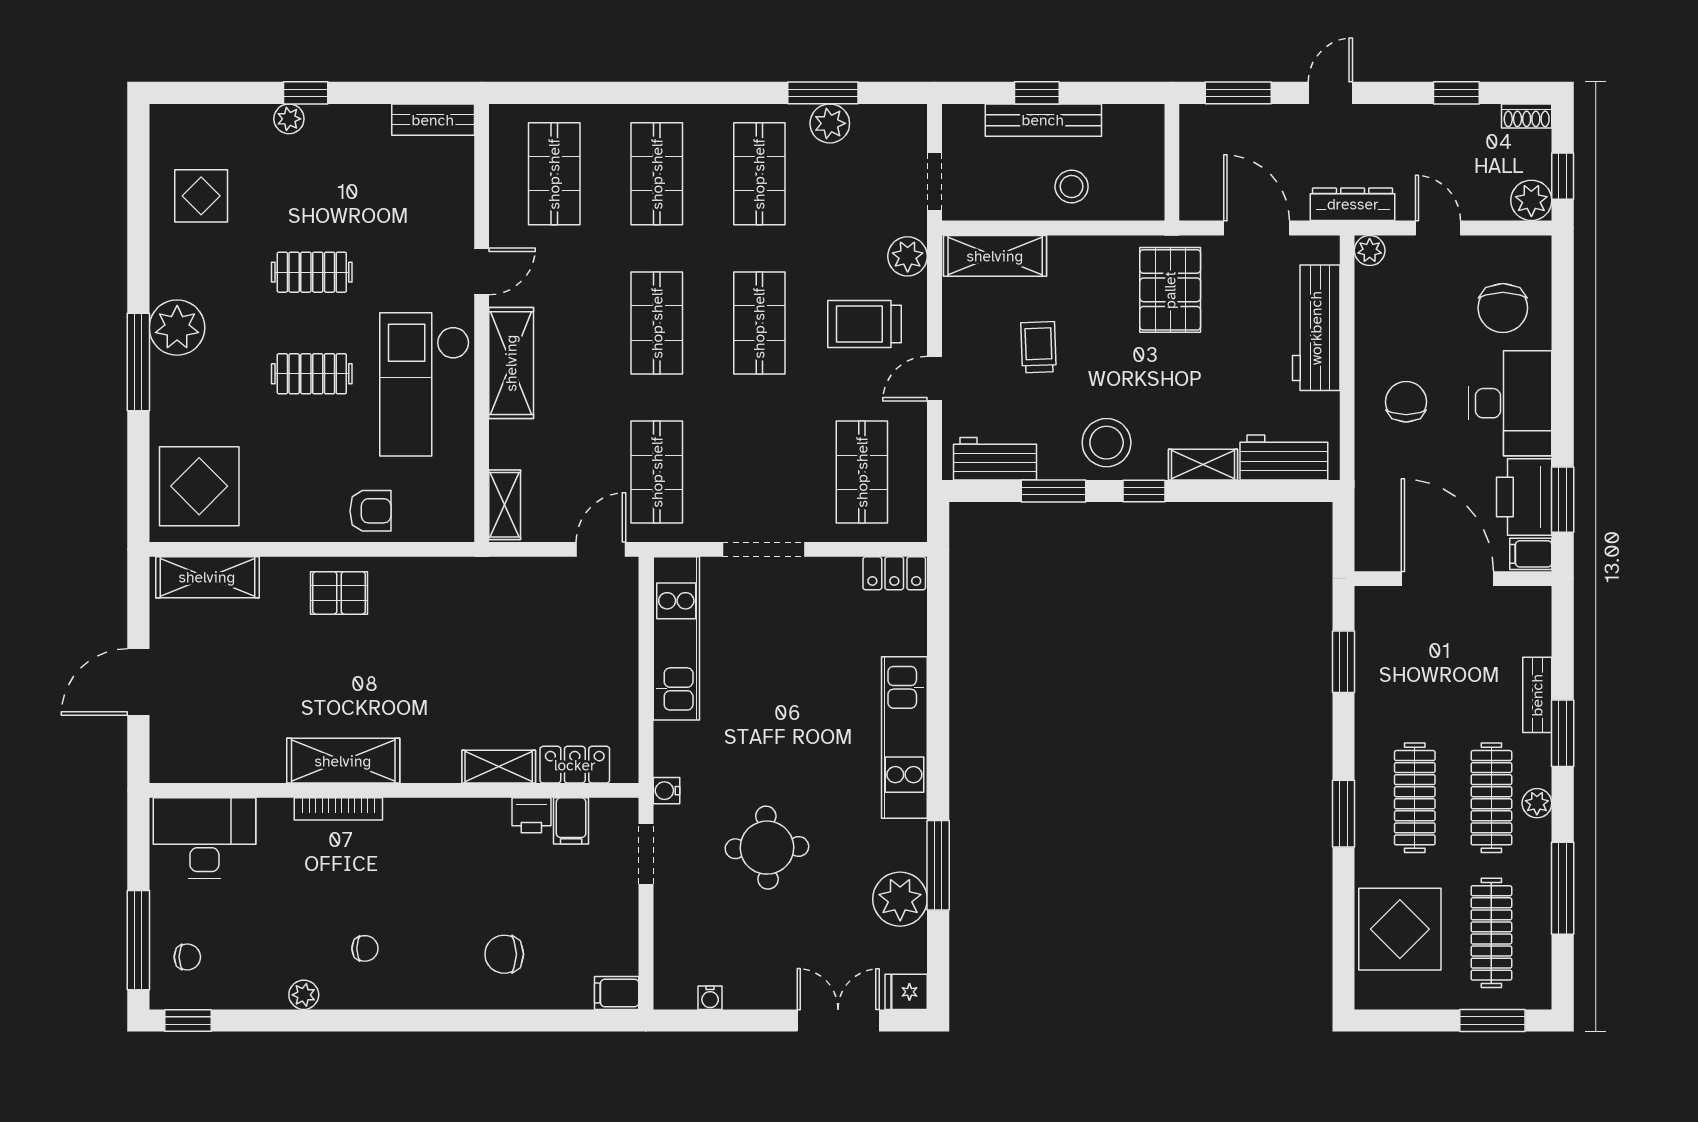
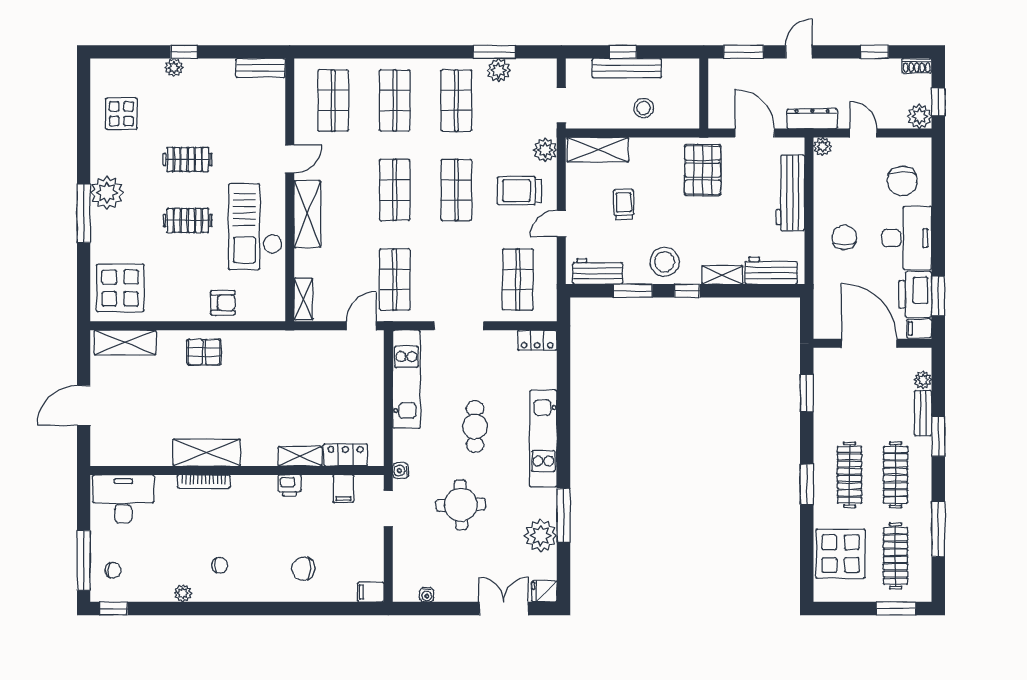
cafe table: (791, 717) -> (475, 427), added
plant: (1537, 803) -> (923, 380), moved
printer: (531, 815) -> (290, 485), moved

